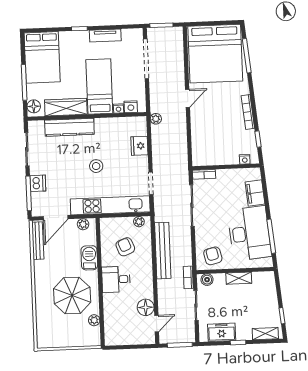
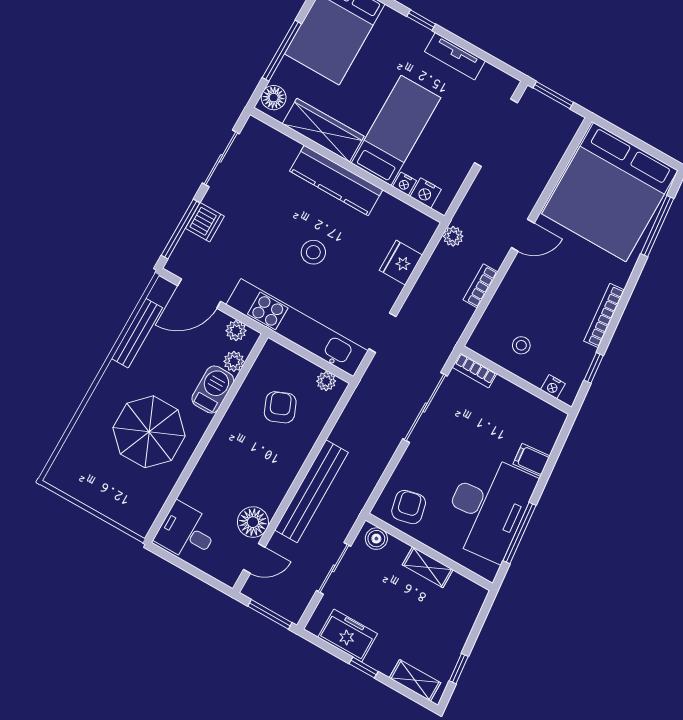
kitchen counter: (69, 127) -> (336, 180), moved
stool: (218, 149) -> (521, 345), added
filing cabinet: (255, 193) -> (531, 460), width x0.50
bench: (38, 241) -> (137, 333), moved
bench: (163, 251) -> (312, 491), moved
bookcase: (188, 277) -> (480, 286), moved
desk: (116, 279) -> (187, 532), moved
plant: (94, 320) -> (234, 361), moved

